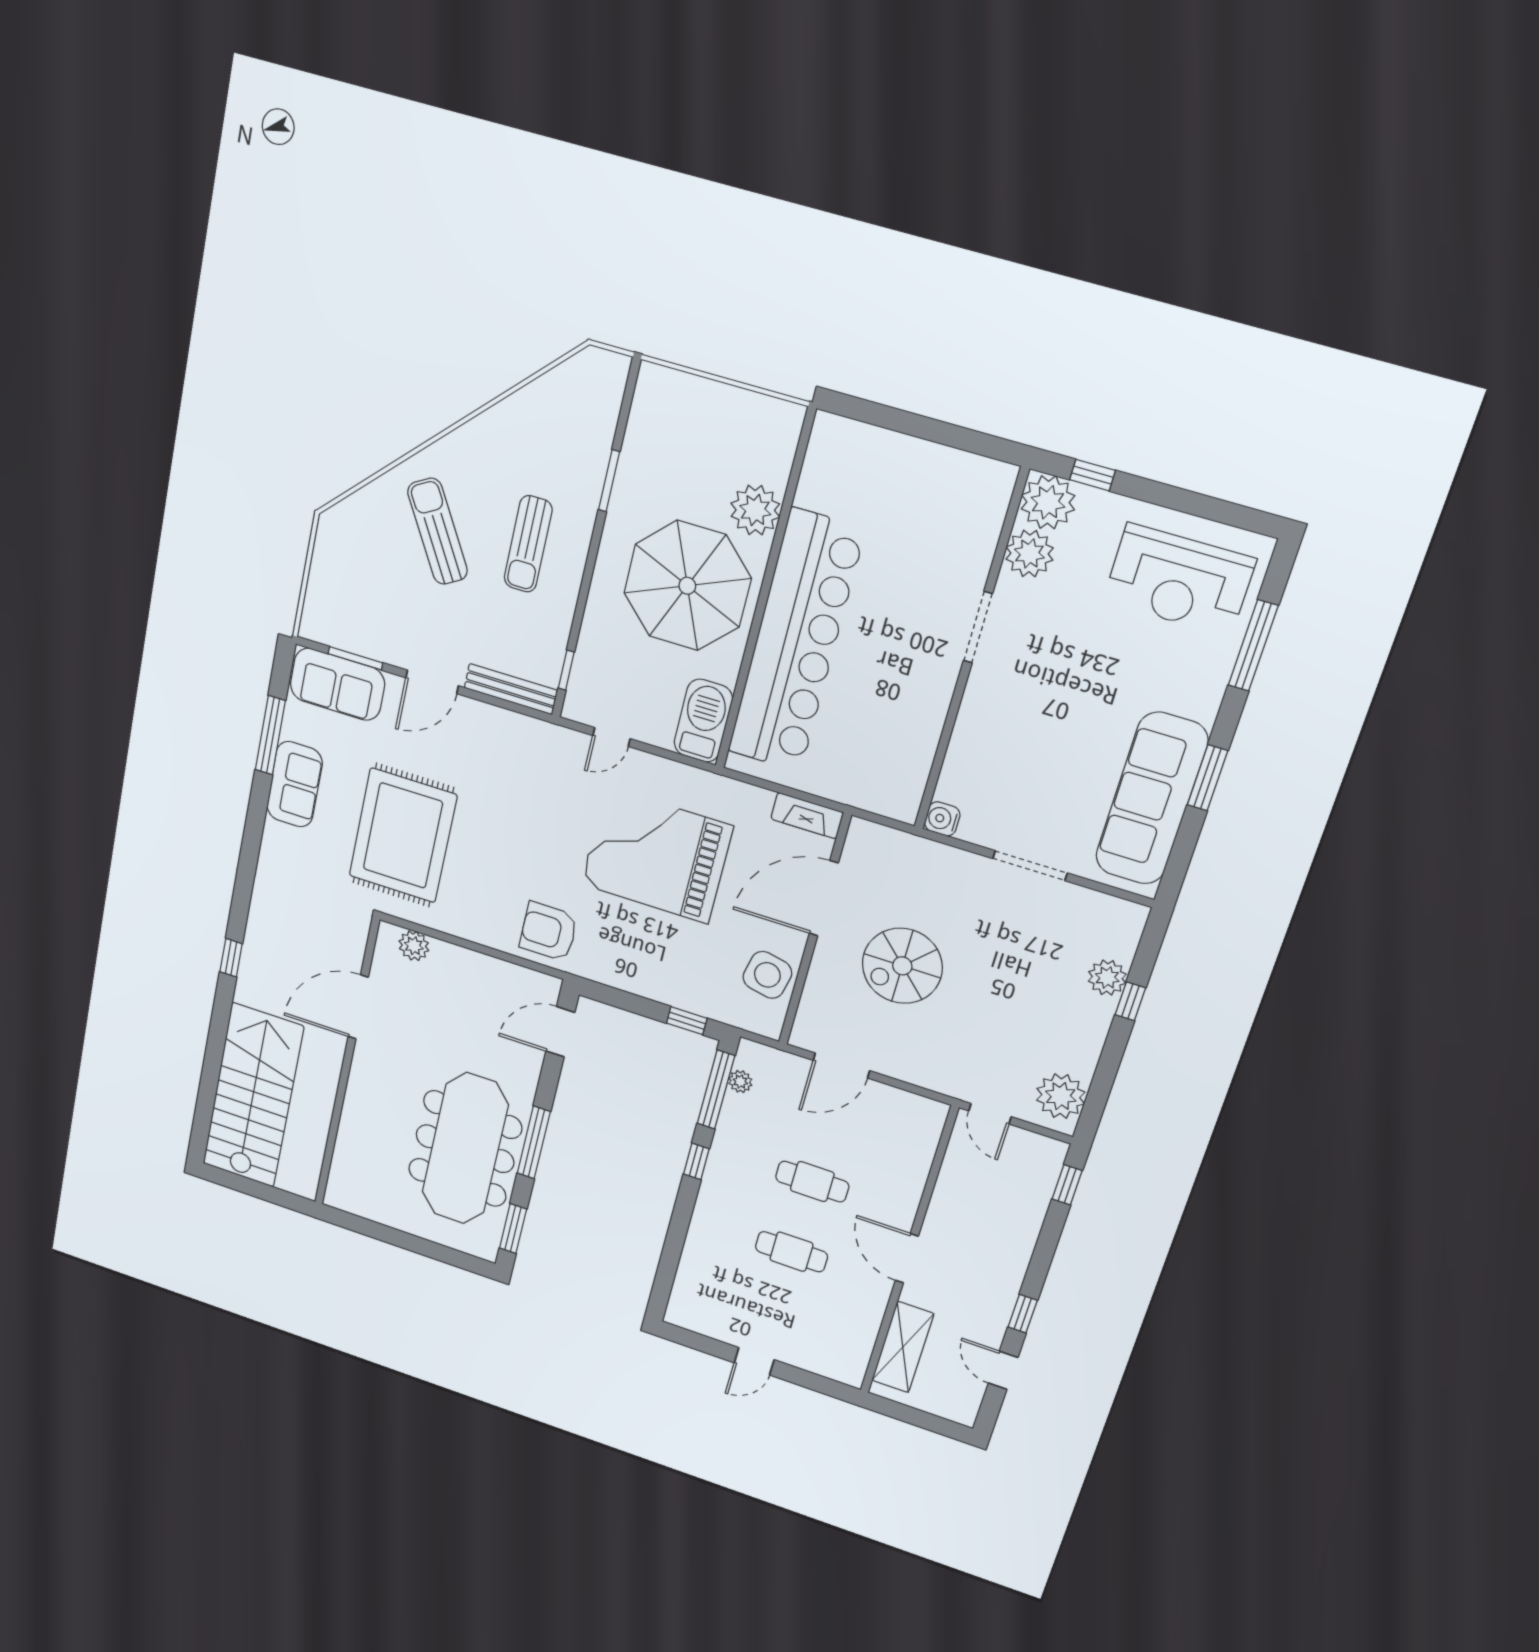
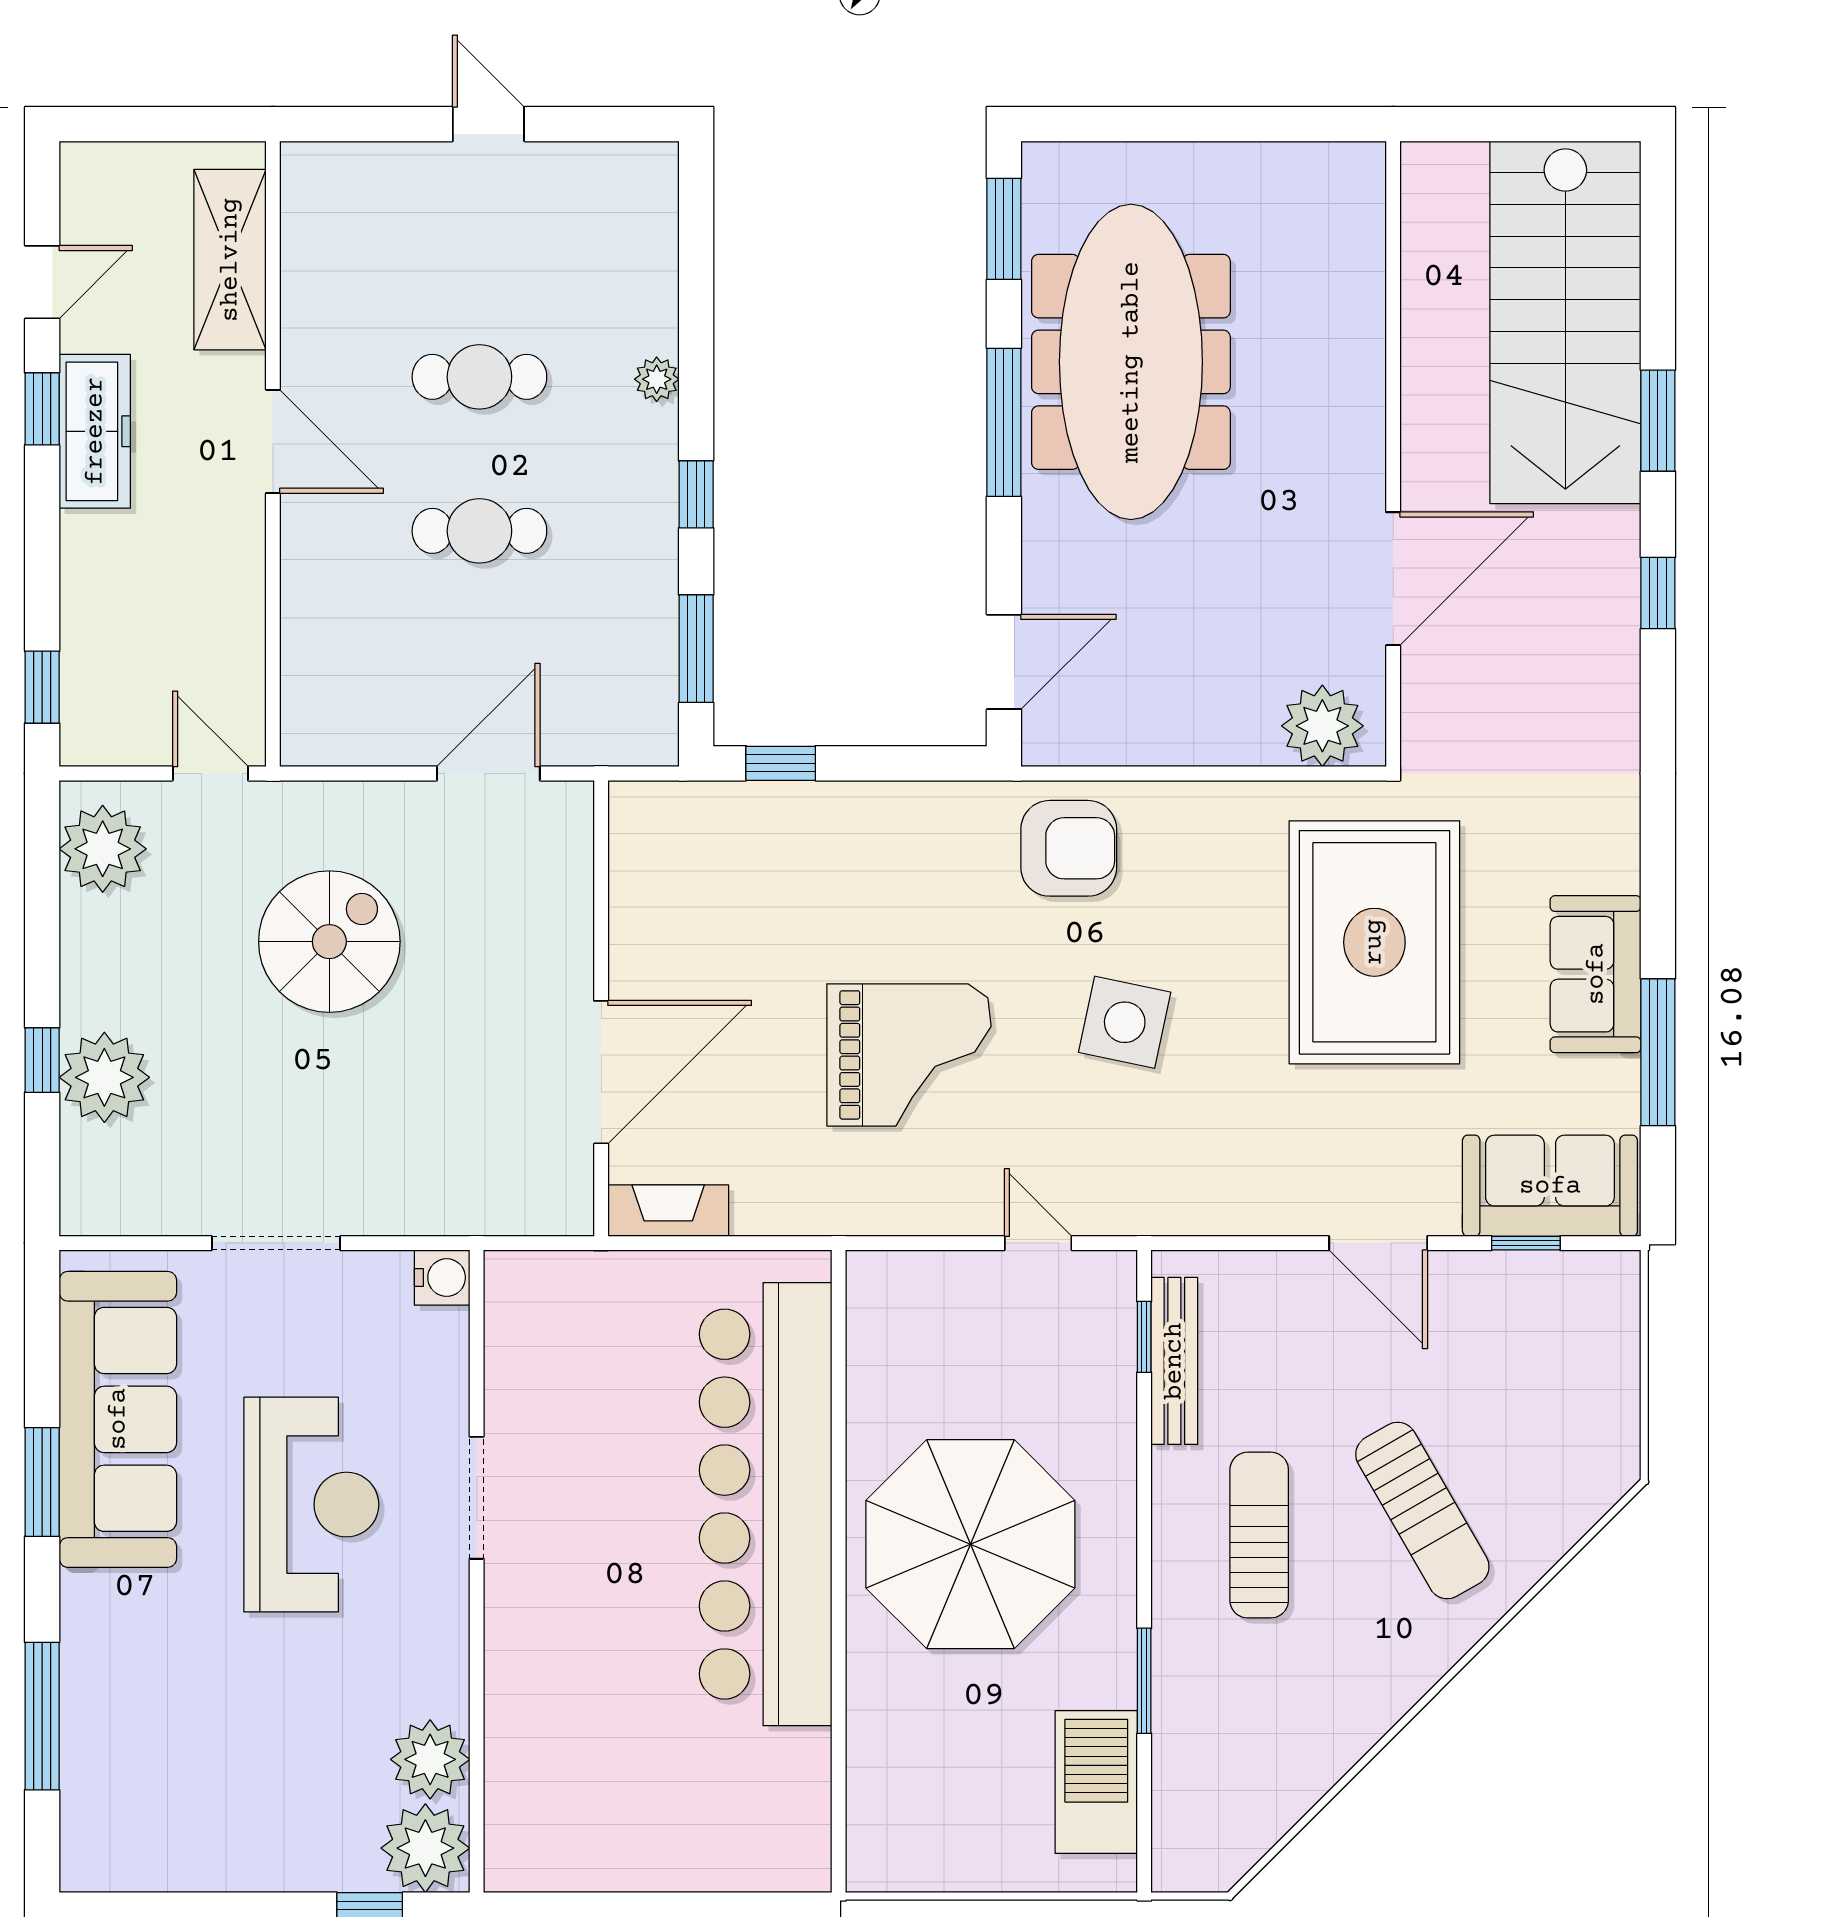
plant: (755, 510) -> (889, 1702), removed
reception desk: (1179, 580) -> (311, 1505), moved, turned 90
doorway: (978, 627) -> (477, 1498), moved
window: (355, 658) -> (1526, 1243), width x0.67
door: (432, 682) -> (1378, 1243), swing flipped
bench: (511, 689) -> (1174, 1361), moved, turned 90
barbecue: (703, 721) -> (1096, 1782), moved, turned 180
door: (612, 737) -> (1038, 1243), hinge flipped
grand piano: (657, 855) -> (909, 1055), width x0.73, depth x0.68
plant: (414, 946) -> (1322, 726), width x1.36, depth x1.36
spiral stairs: (902, 966) -> (329, 942), moved
side table: (767, 975) -> (1125, 1022), moved
plant: (1107, 978) -> (104, 1077), width x1.36, depth x1.36
window: (217, 1037) -> (1658, 421), added
plant: (740, 1081) -> (657, 379), moved
window: (716, 1090) -> (696, 649), width x0.69
freezer: (998, 1294) -> (95, 431), added
door: (754, 1361) -> (488, 124), hinge flipped
door: (1003, 1370) -> (42, 282), hinge flipped

